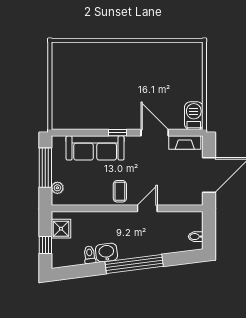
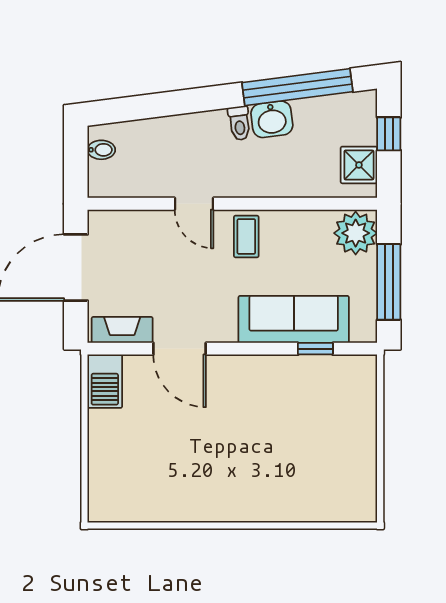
window: (118, 133) -> (315, 349), moved
plant: (57, 188) -> (356, 233), width x1.88, depth x1.88
door: (147, 208) -> (194, 204), hinge flipped
toilet: (90, 255) -> (239, 123), moved
window: (134, 264) -> (297, 87), moved

